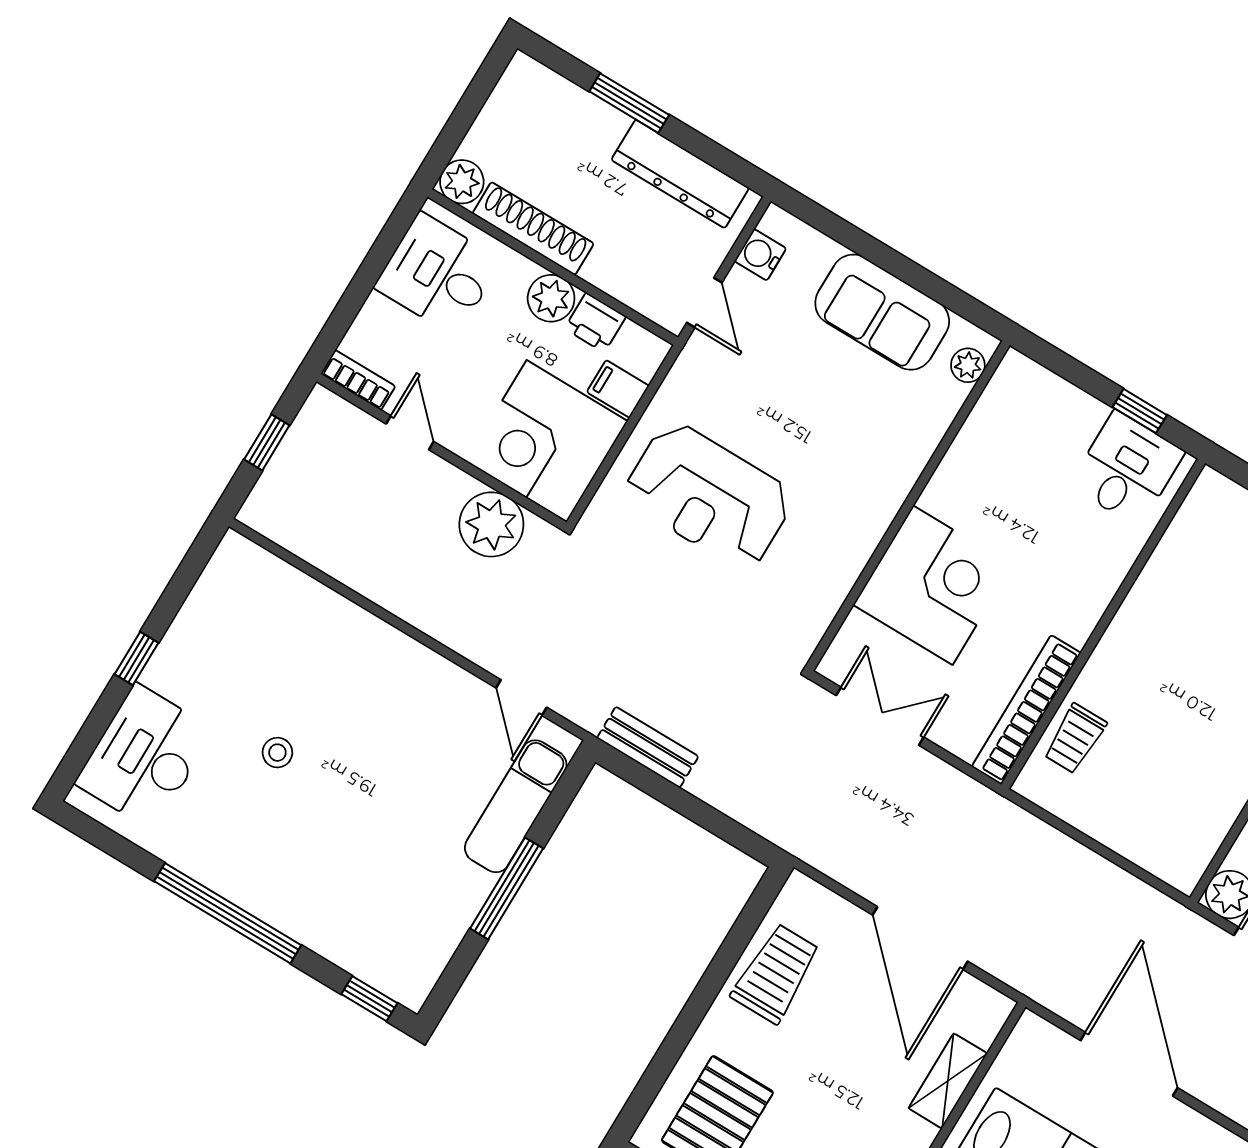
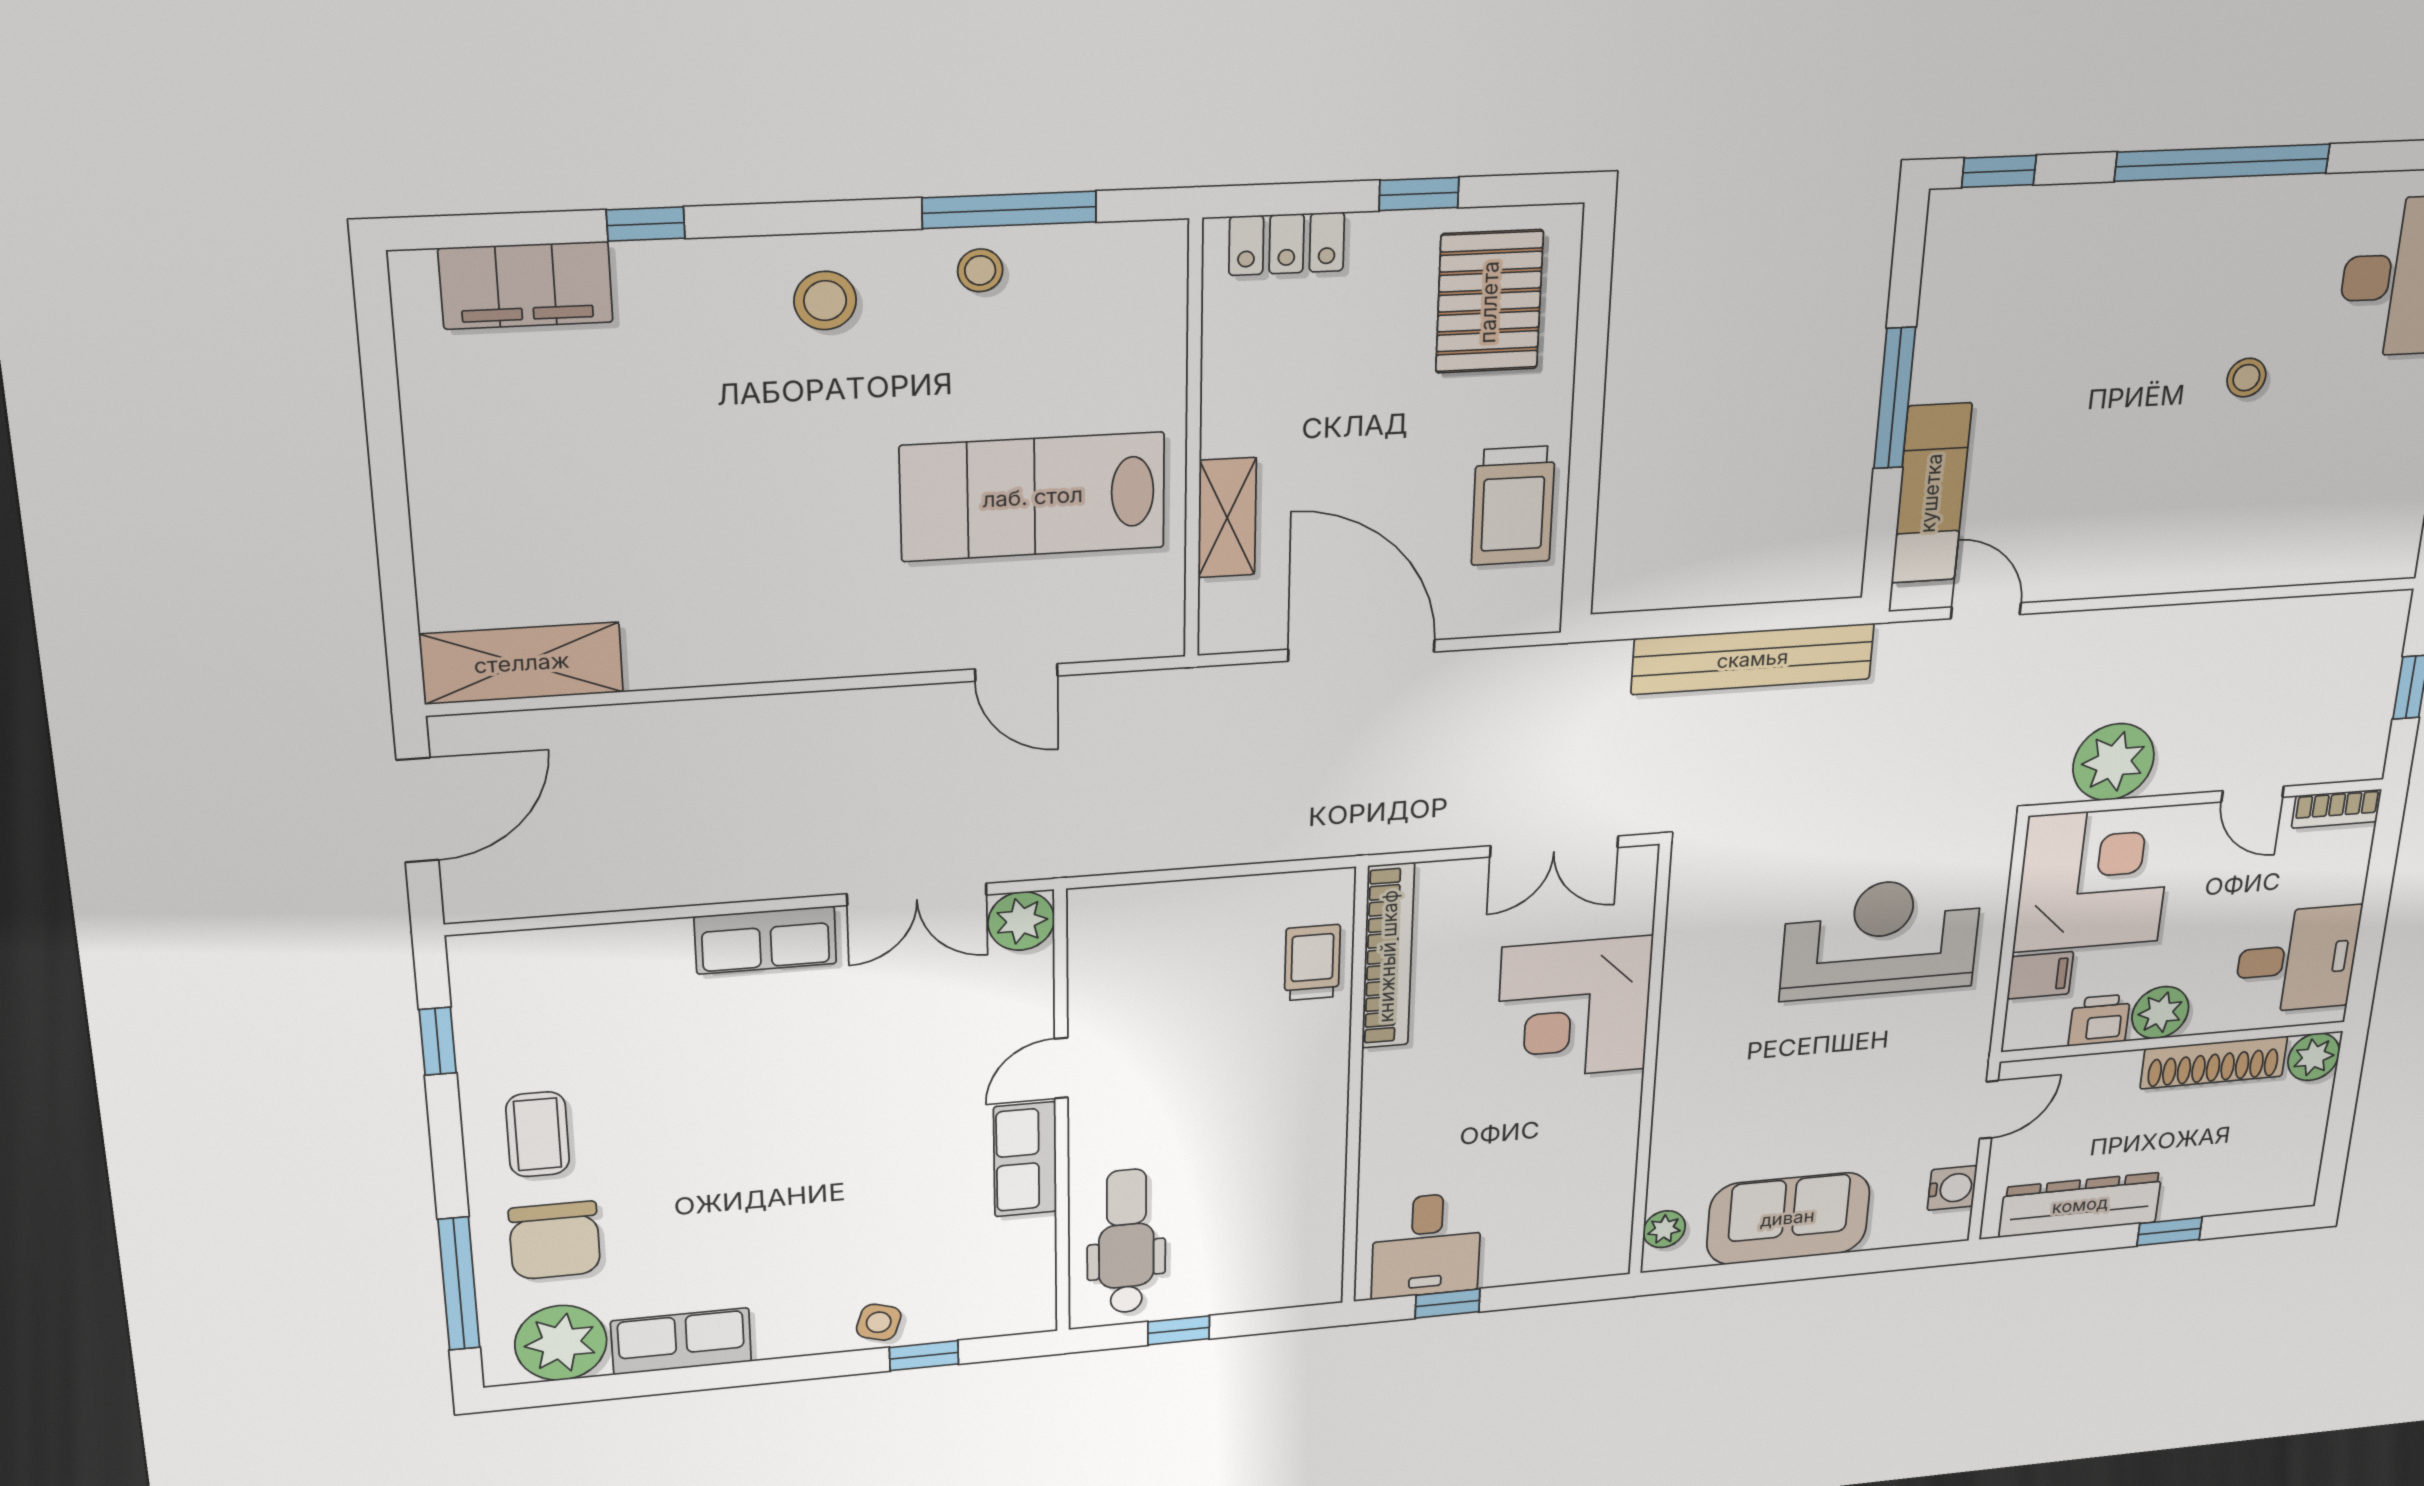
window: (629, 103) -> (2170, 1231), width x0.67
door: (704, 303) -> (1989, 1110), swing flipped
bench: (648, 747) -> (1753, 659), width x1.86, depth x1.21
door: (1129, 1064) -> (1016, 673), width x0.53

